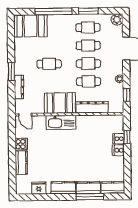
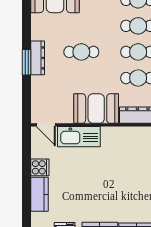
dresser: (19, 87) -> (38, 58), moved
kitchen sink: (61, 122) -> (79, 137), moved

